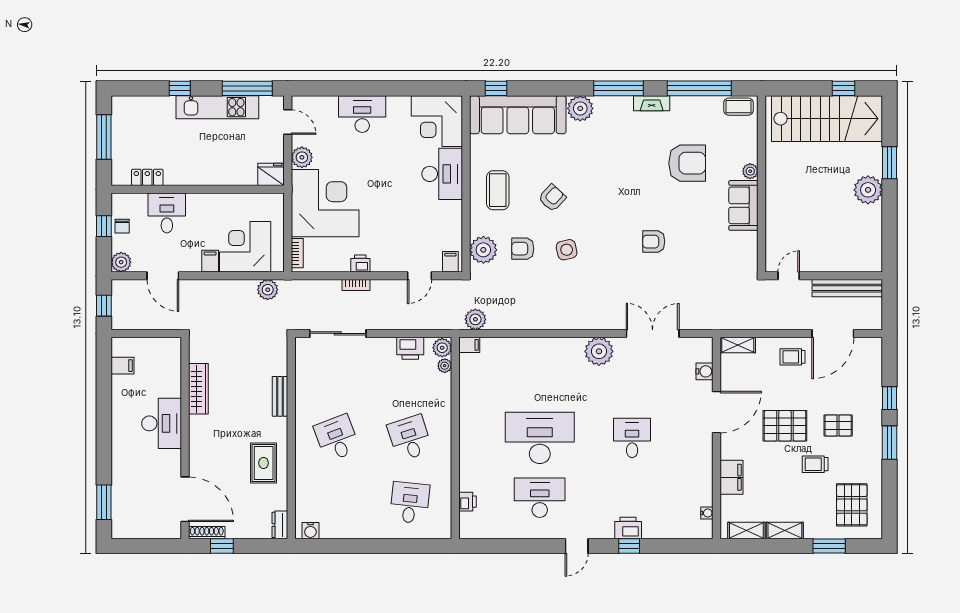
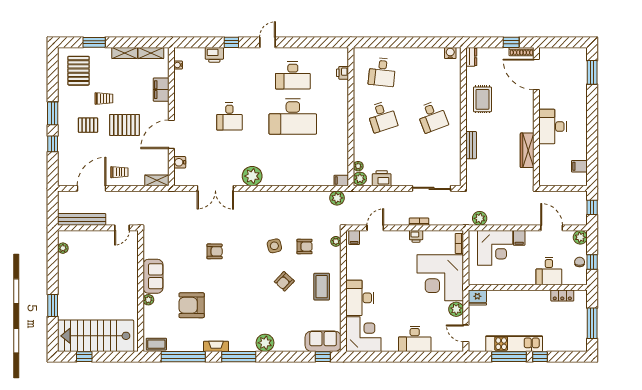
window: (247, 88) -> (509, 357), moved
sofa: (518, 115) -> (323, 341), width x0.54, depth x0.79
plant: (868, 190) -> (63, 248), moved, width x0.53, depth x0.53
plant: (483, 250) -> (336, 241), width x0.53, depth x0.53
printer: (628, 528) -> (214, 55), moved

